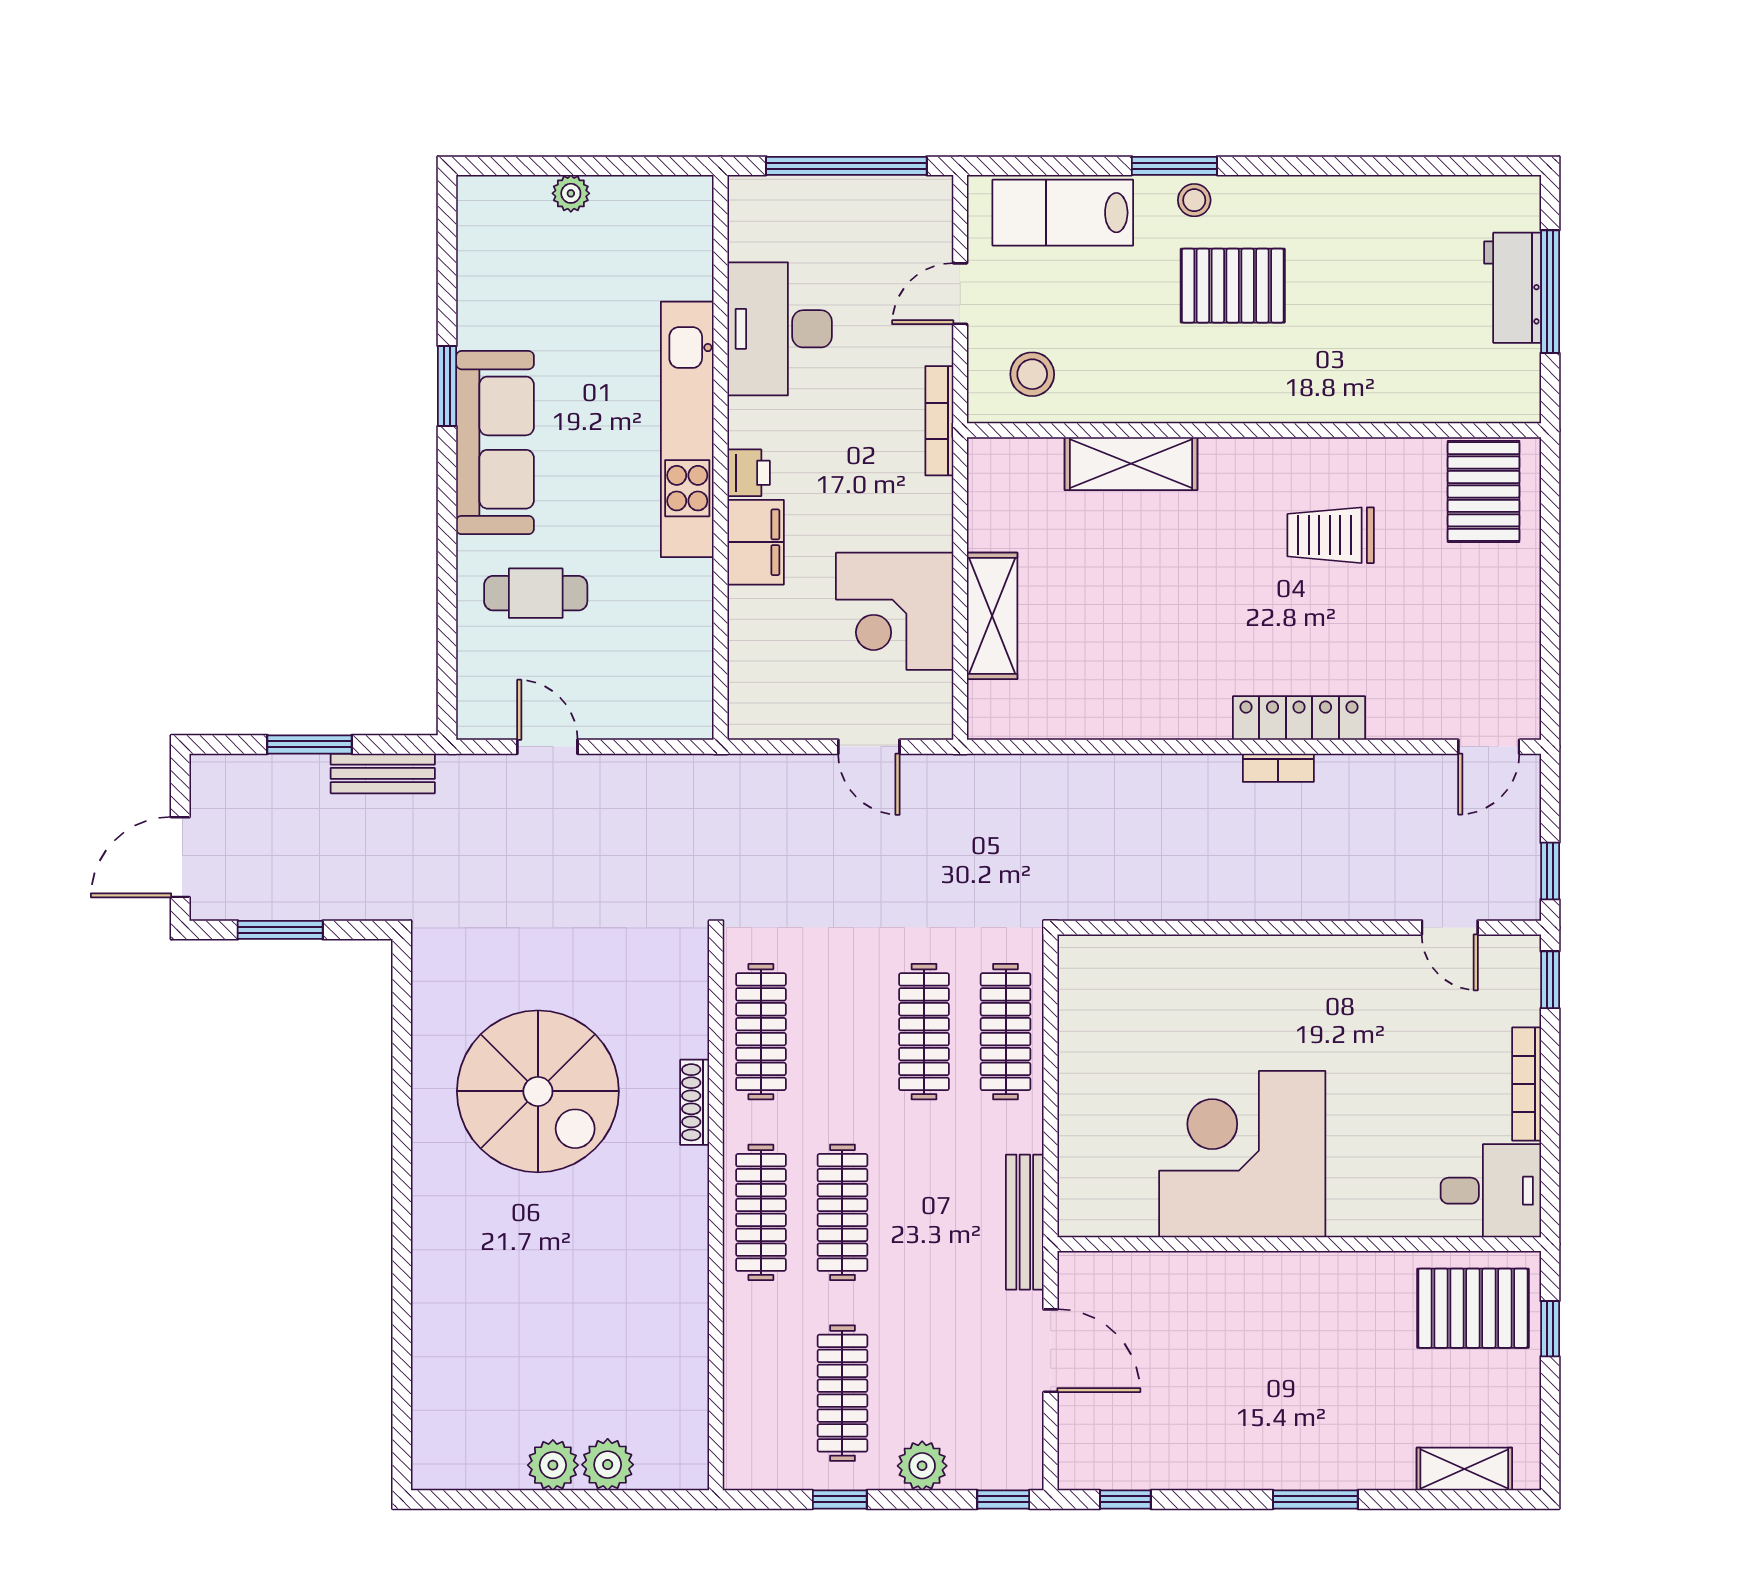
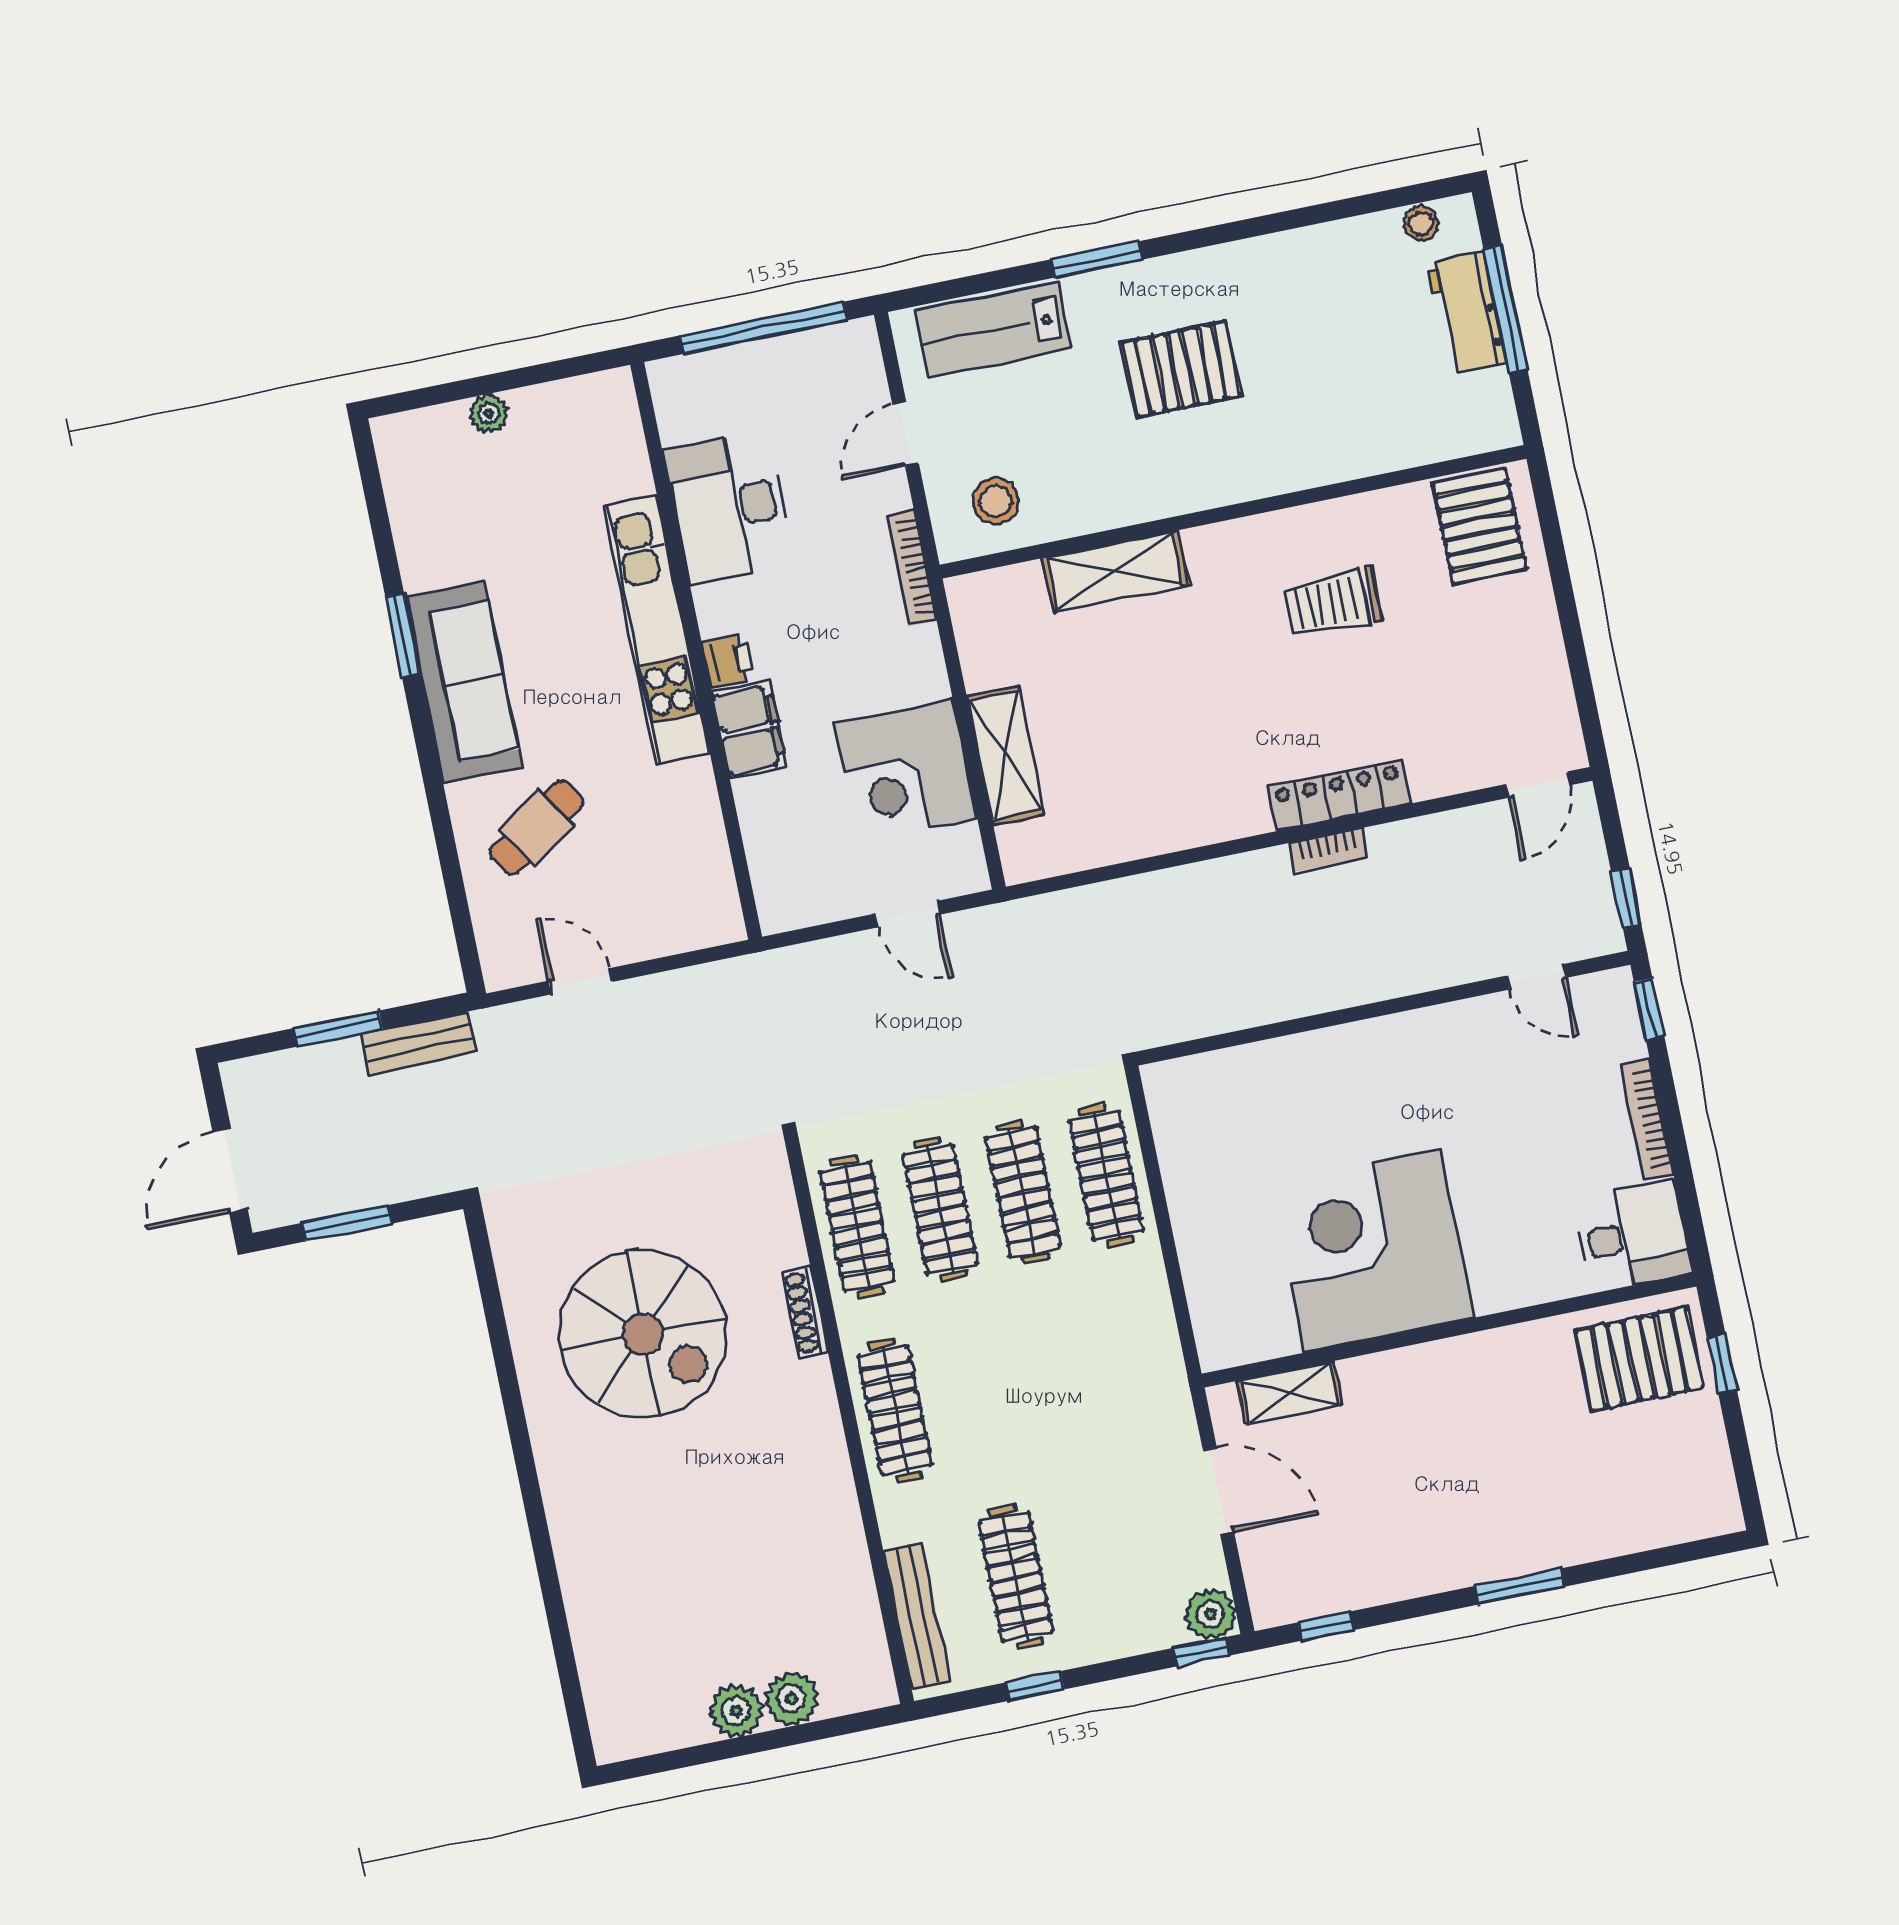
stool: (1194, 200) -> (1421, 224), moved
cafe table: (536, 593) -> (537, 827), turned -34
clothes rail: (842, 1212) -> (940, 1209), moved
bench: (1025, 1222) -> (917, 1616), moved
plant: (922, 1466) -> (1210, 1614), moved
shelving: (1464, 1469) -> (1289, 1393), moved

